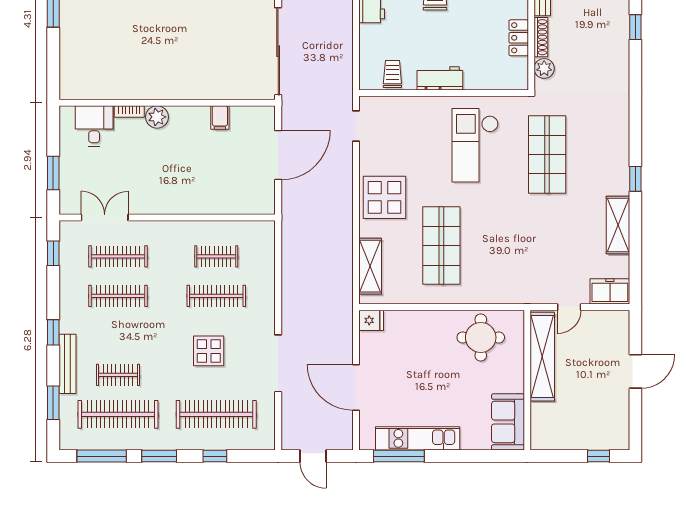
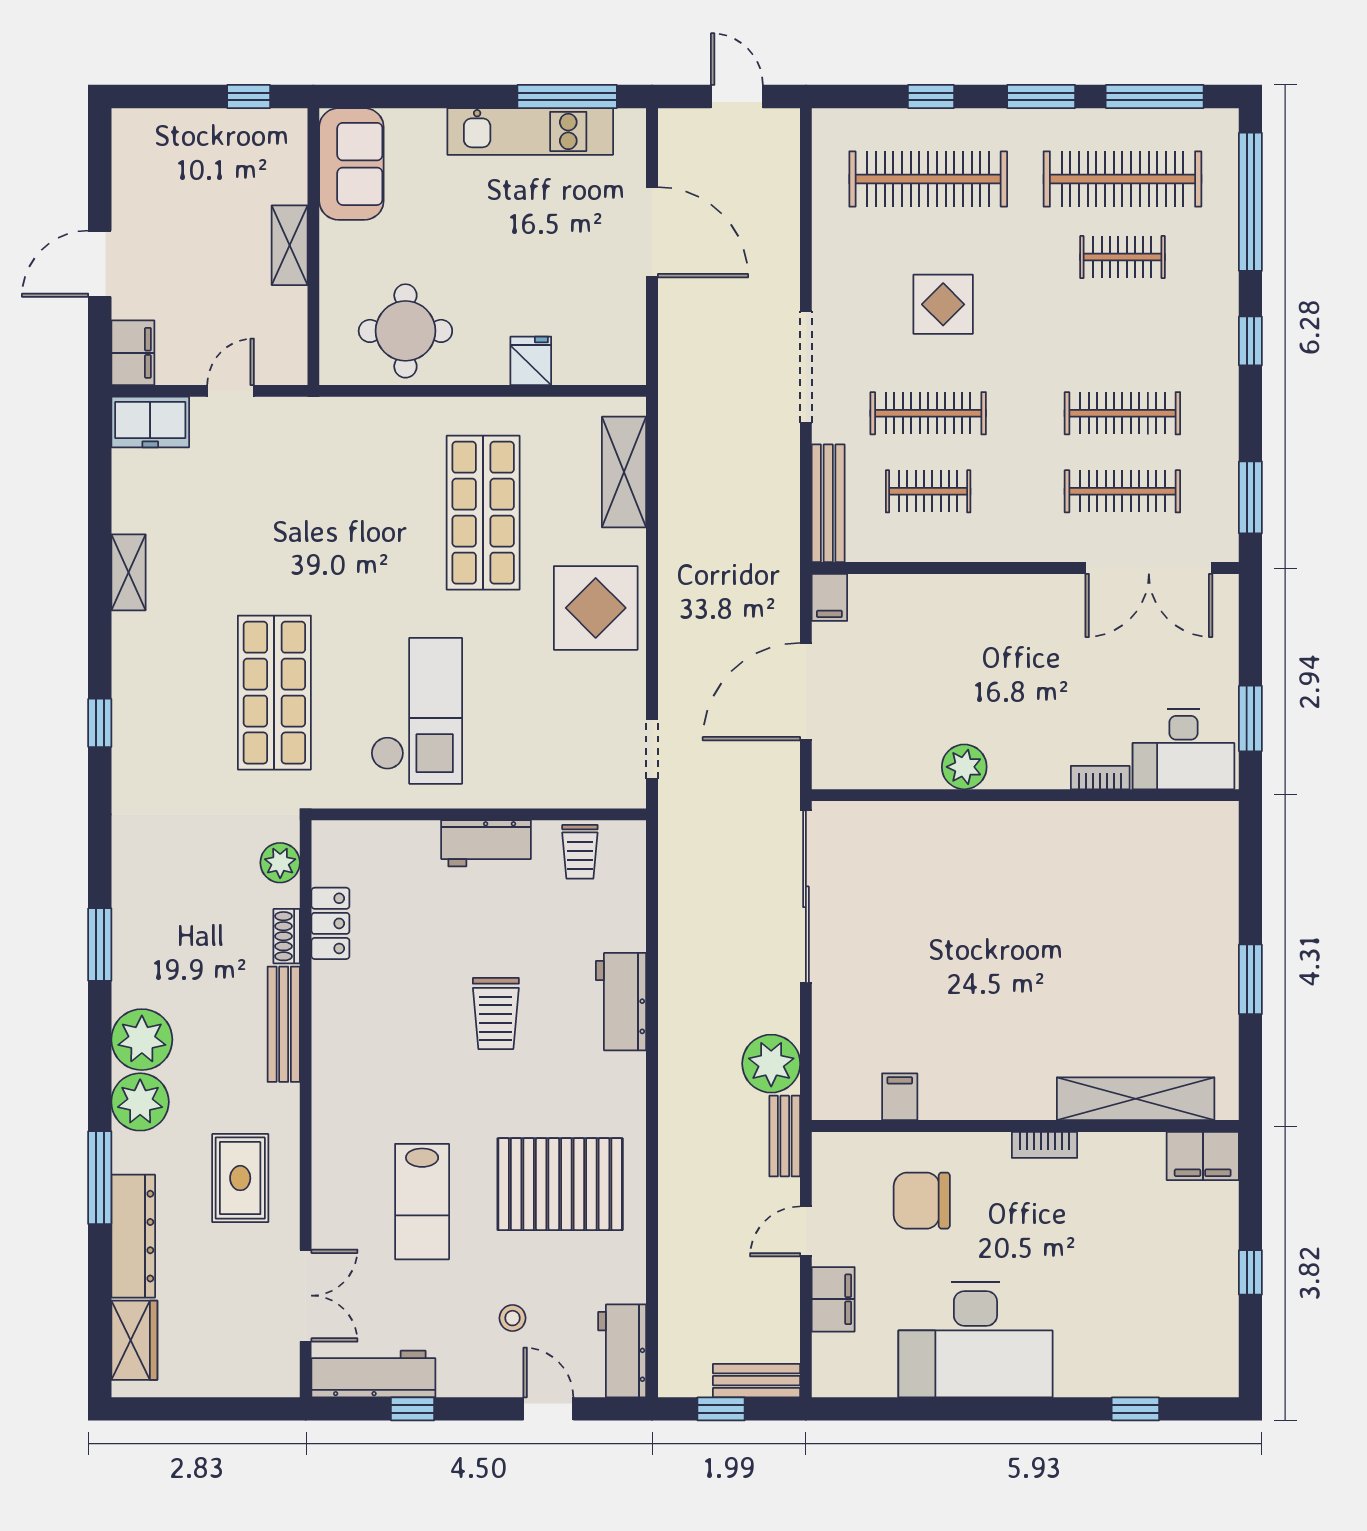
window: (635, 27) -> (100, 945), width x1.50
shoe rack: (541, 37) -> (287, 936), width x0.70
plant: (157, 117) -> (964, 767), moved
filing cabinet: (220, 118) -> (829, 597), moved, turned 180
desk: (94, 126) -> (1184, 749), width x1.37
window: (53, 173) -> (1250, 719), moved
window: (635, 179) -> (100, 723), moved
double door: (105, 218) -> (1149, 568), width x1.37
shelving: (618, 225) -> (128, 572), width x0.67, depth x0.75
window: (53, 253) -> (1250, 497), width x1.50
fridge: (371, 320) -> (531, 361), moved, turned 90
filing cabinet: (619, 326) -> (133, 353), added
shelving: (542, 357) -> (290, 245), width x0.45, depth x0.75
doorway: (278, 363) -> (806, 367), moved
bench: (67, 364) -> (828, 503), moved
window: (53, 403) -> (1250, 202), width x2.11
window: (599, 456) -> (249, 97), moved

